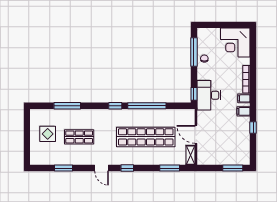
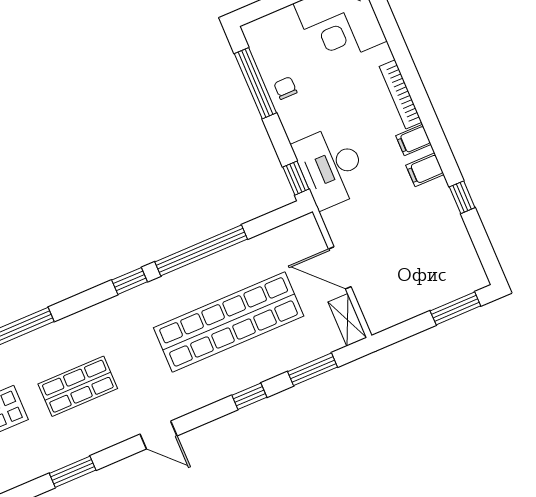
window: (127, 168) -> (249, 396), moved

